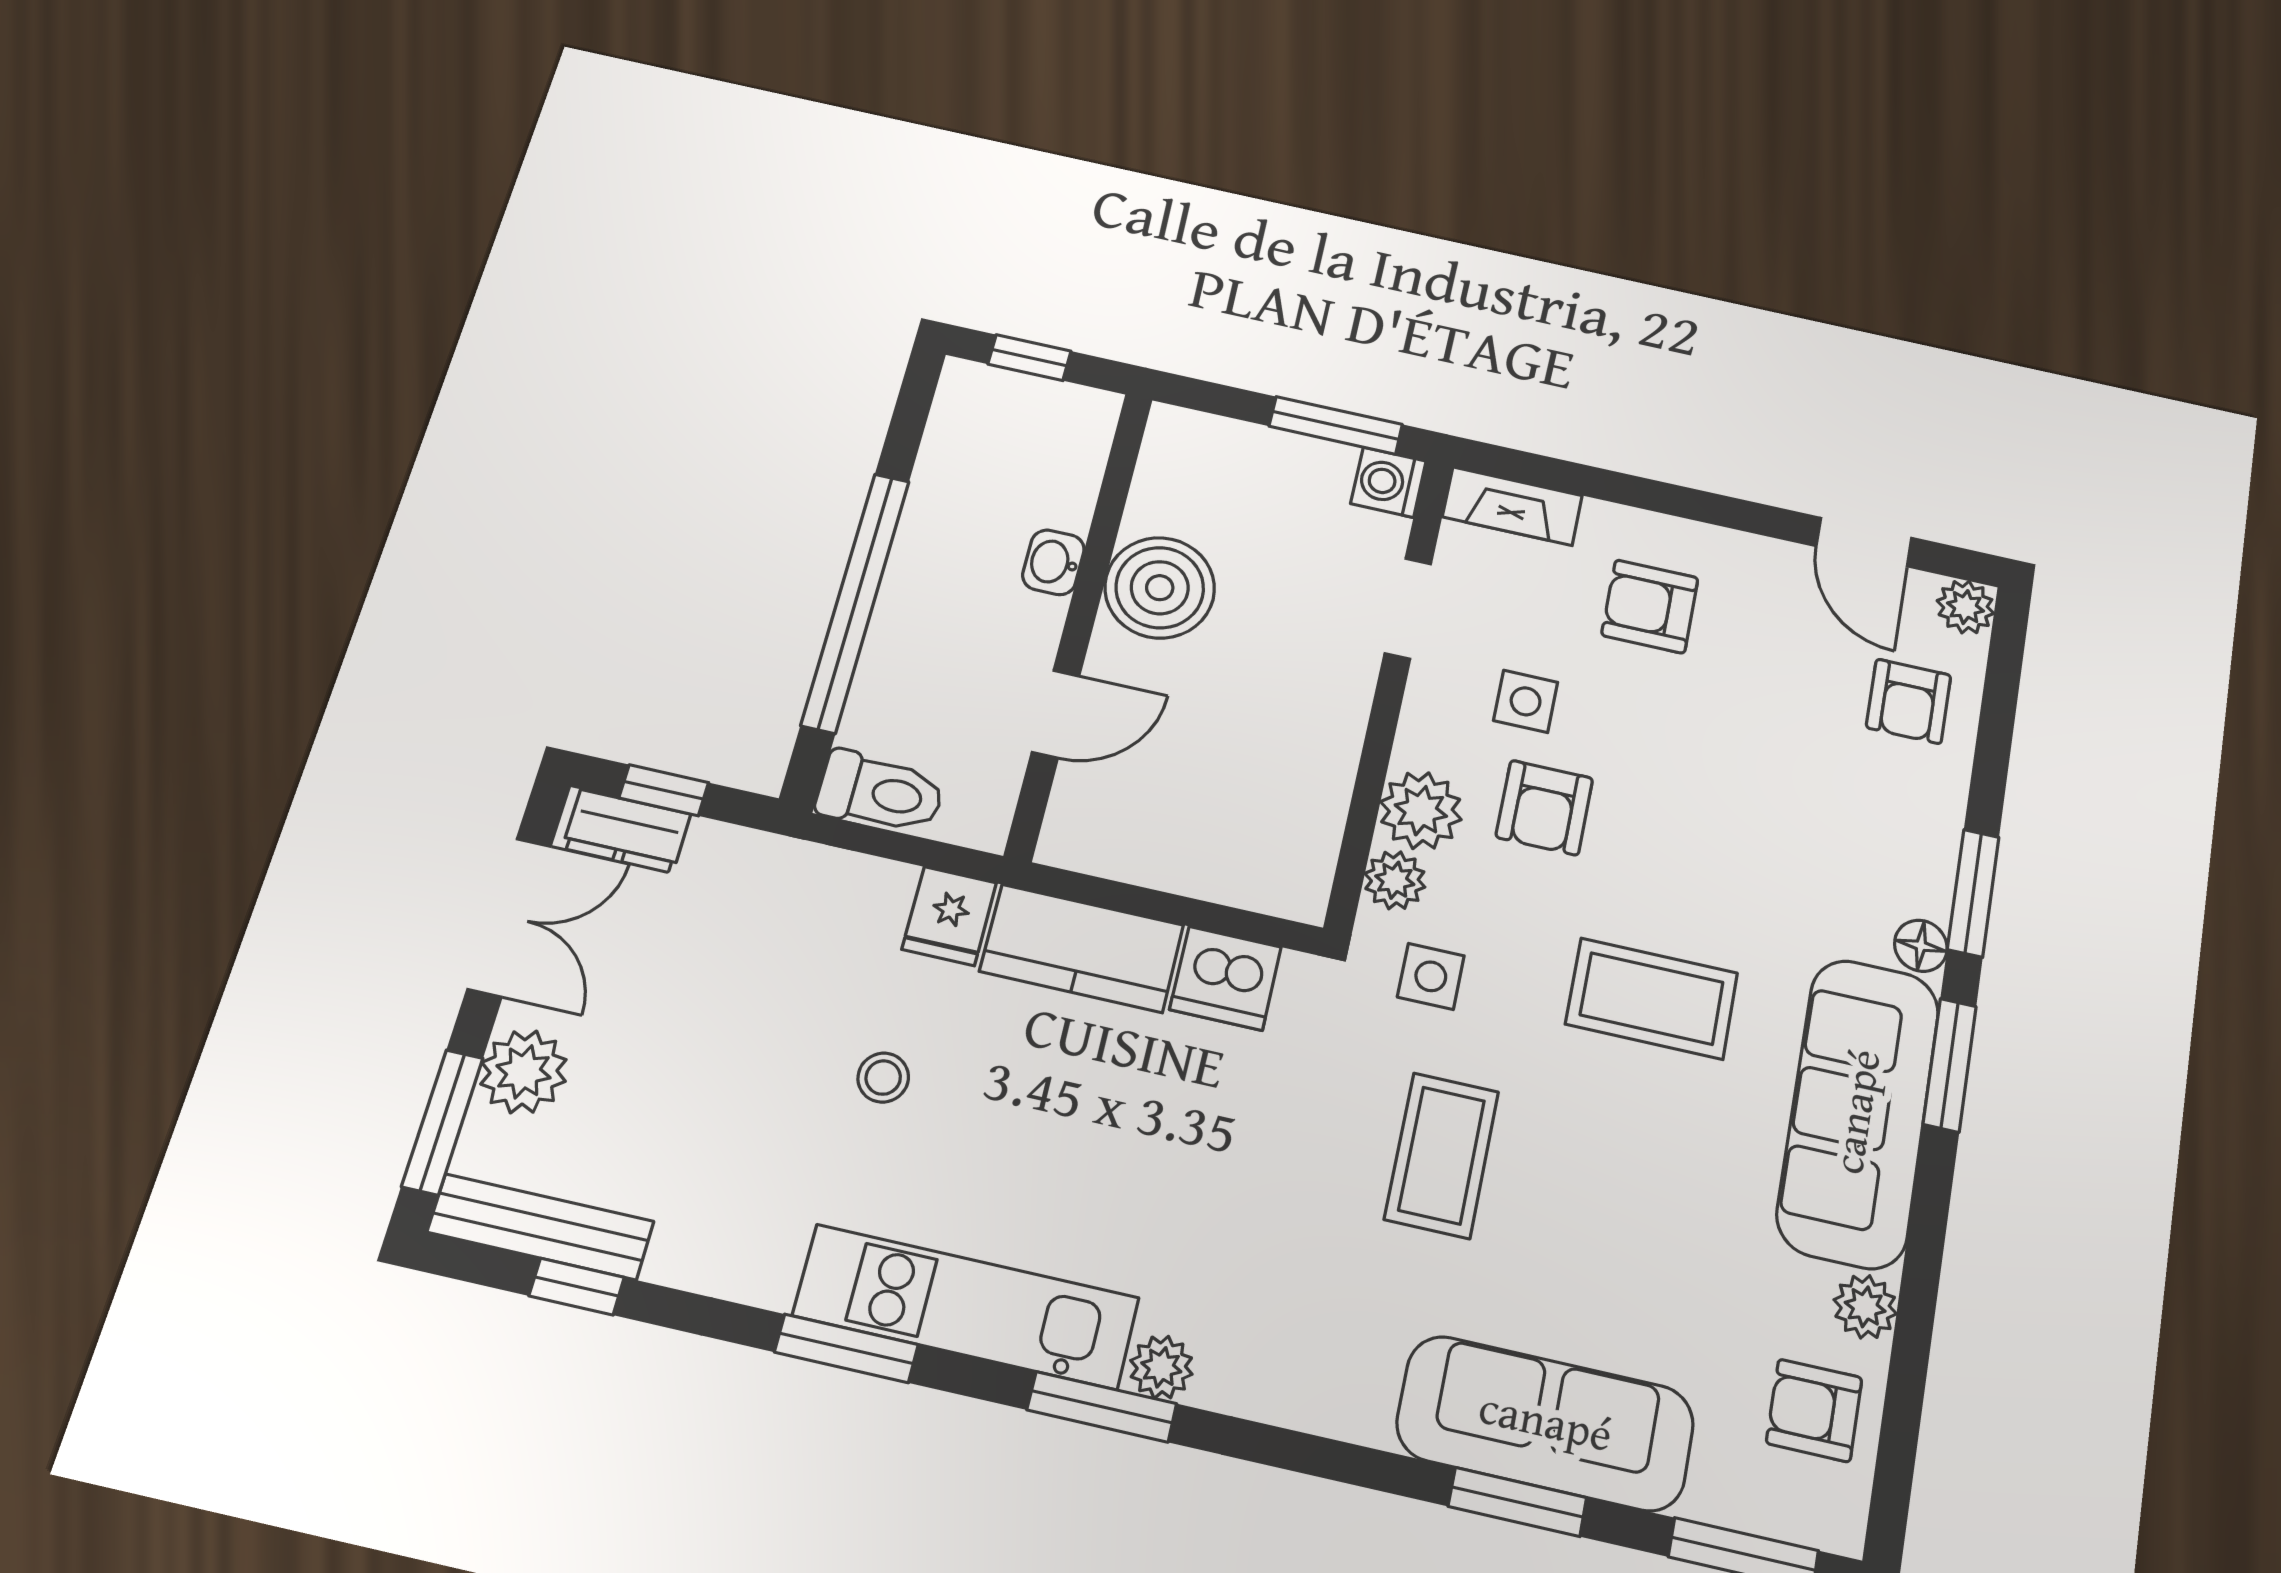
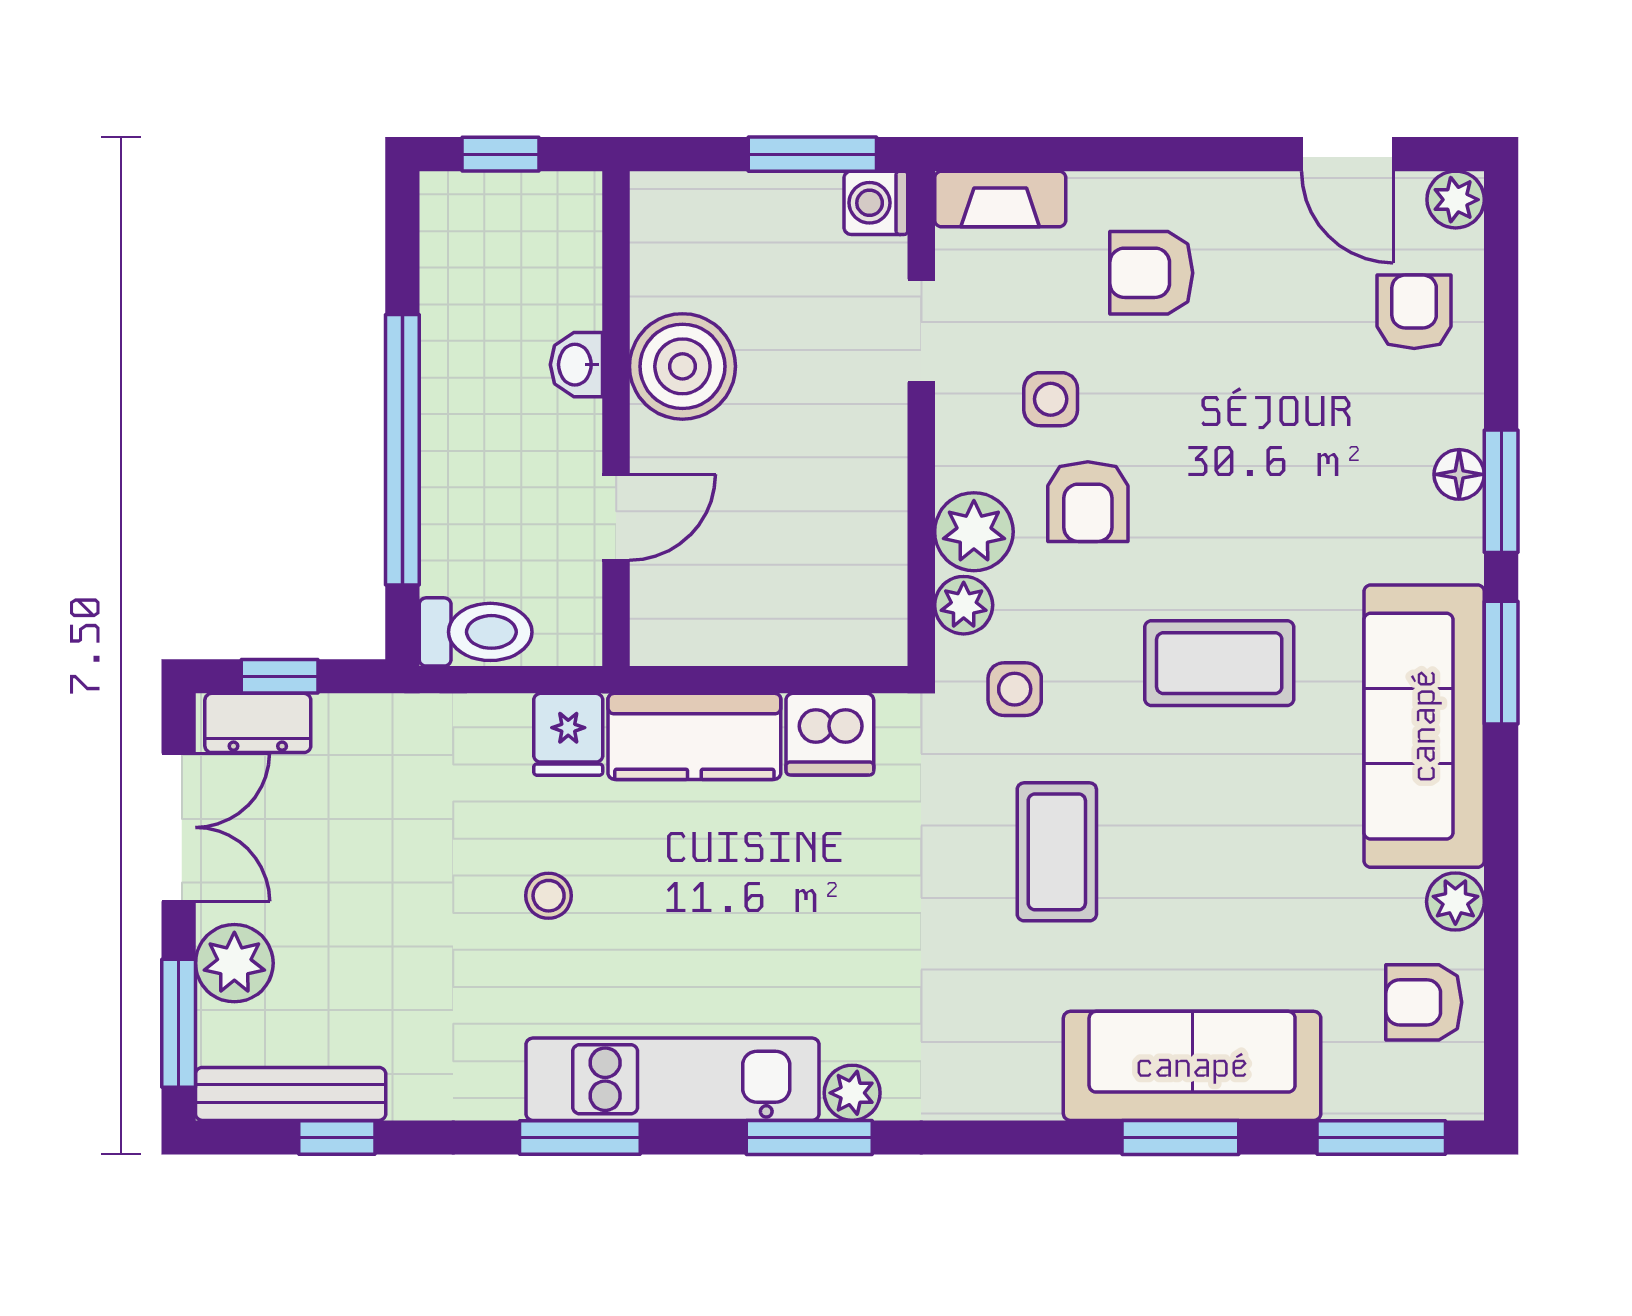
armchair: (1909, 701) -> (1414, 312), turned 180
floor lamp: (1921, 946) -> (1459, 474), moved

